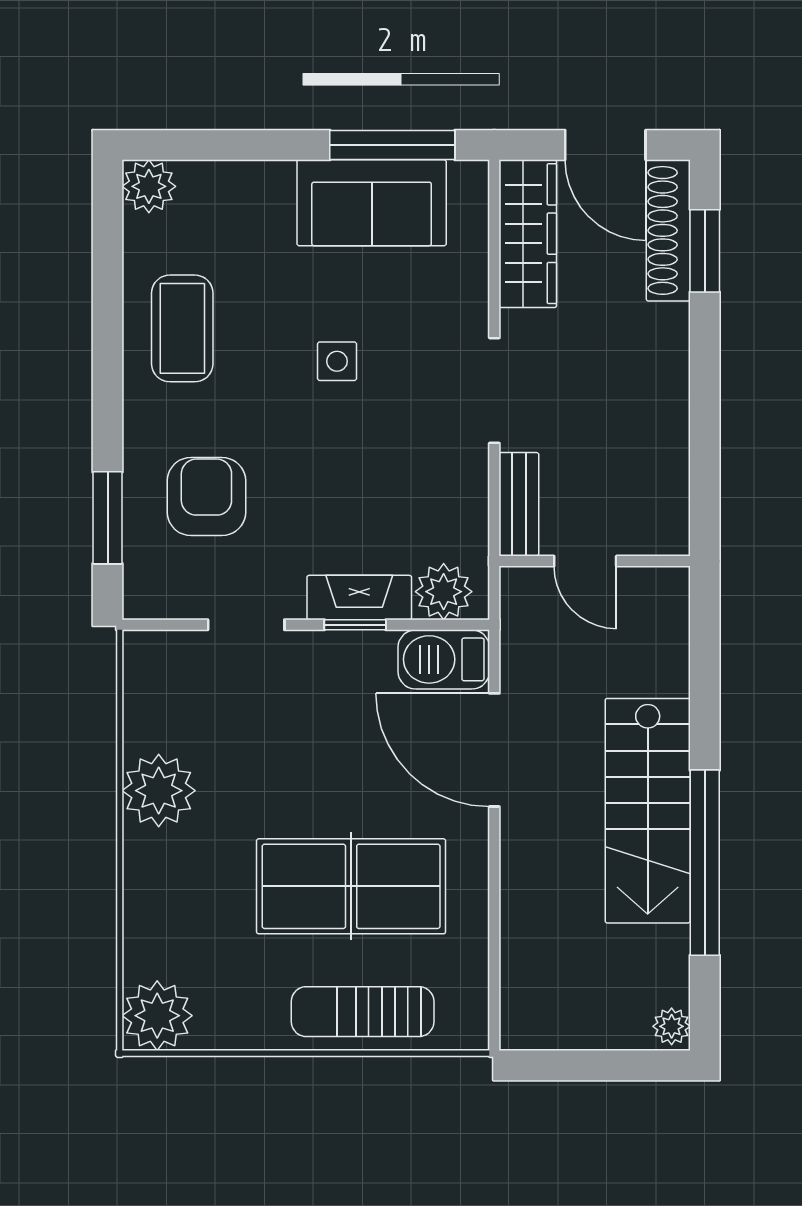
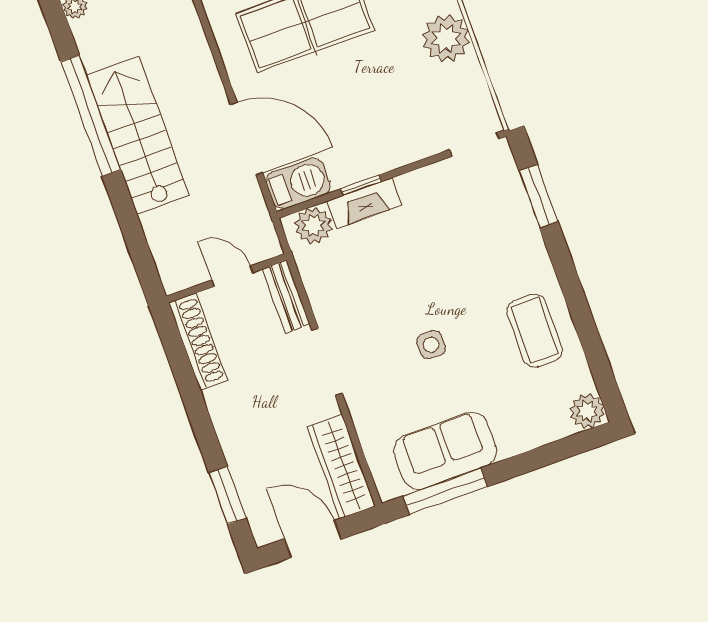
shoe rack: (668, 230) -> (198, 342), moved
armchair: (206, 496) -> (482, 232), removed
doorway: (246, 625) -> (474, 144), moved

